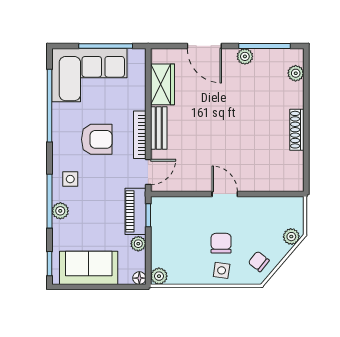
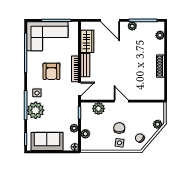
armchair: (97, 139) -> (51, 71), turned 90
plant: (183, 208) -> (98, 109), added
plant: (60, 211) -> (36, 110), width x1.87, depth x1.87
piano: (135, 211) -> (73, 111), removed
plant: (159, 276) -> (85, 134), moved

